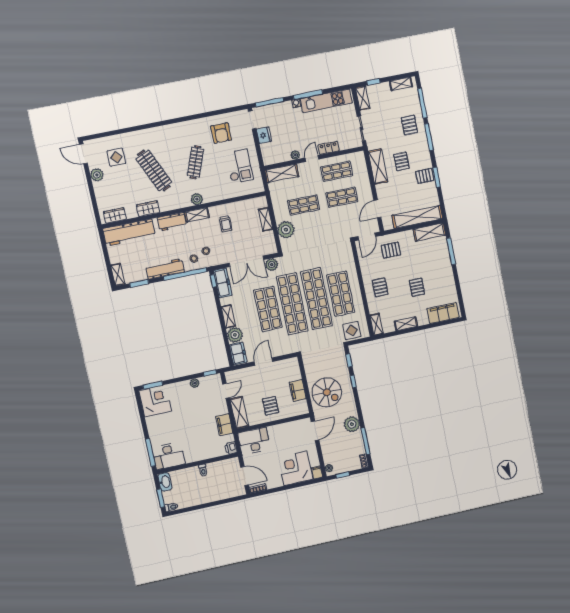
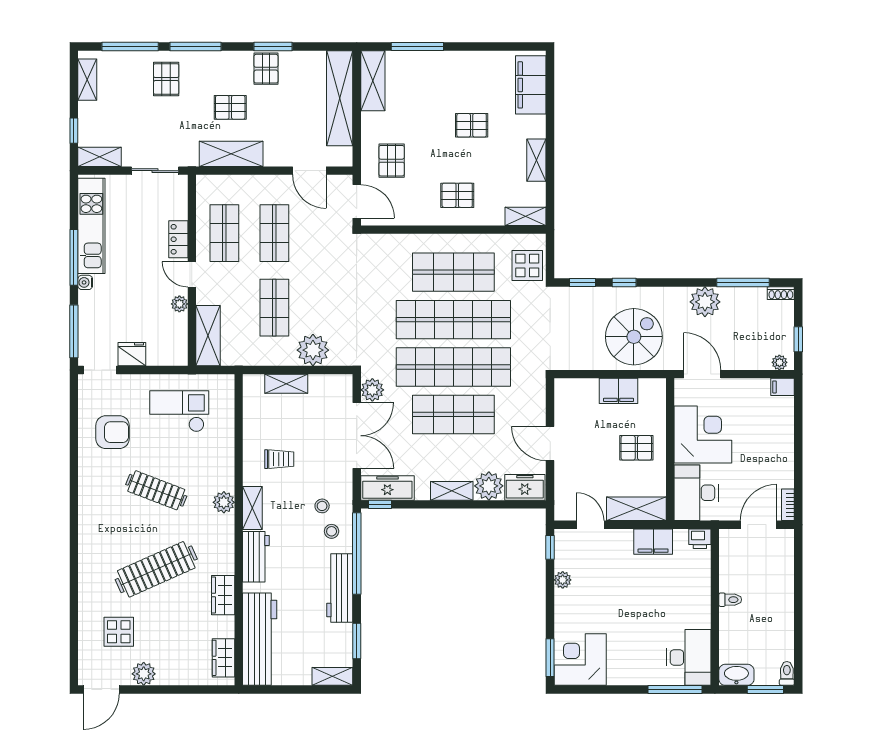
pallet: (409, 125) -> (166, 79), turned 90
corner desk: (295, 468) -> (703, 434), moved, turned 180

